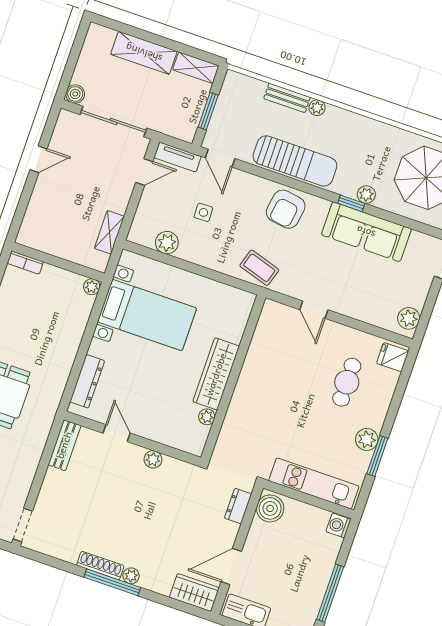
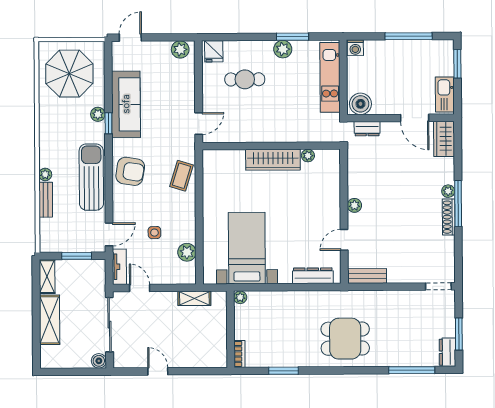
wardrobe: (216, 374) -> (273, 160), moved
wall: (233, 378) -> (271, 146), moved
plant: (207, 417) -> (308, 156), moved

